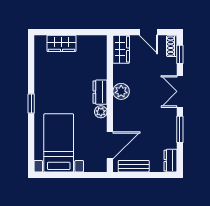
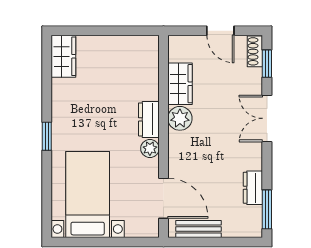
wardrobe: (61, 43) -> (63, 56), moved, turned -90
wardrobe: (121, 49) -> (180, 84), moved
window: (180, 129) -> (267, 209), moved
door: (110, 145) -> (163, 198), hinge flipped
dresser: (170, 161) -> (253, 188), moved

